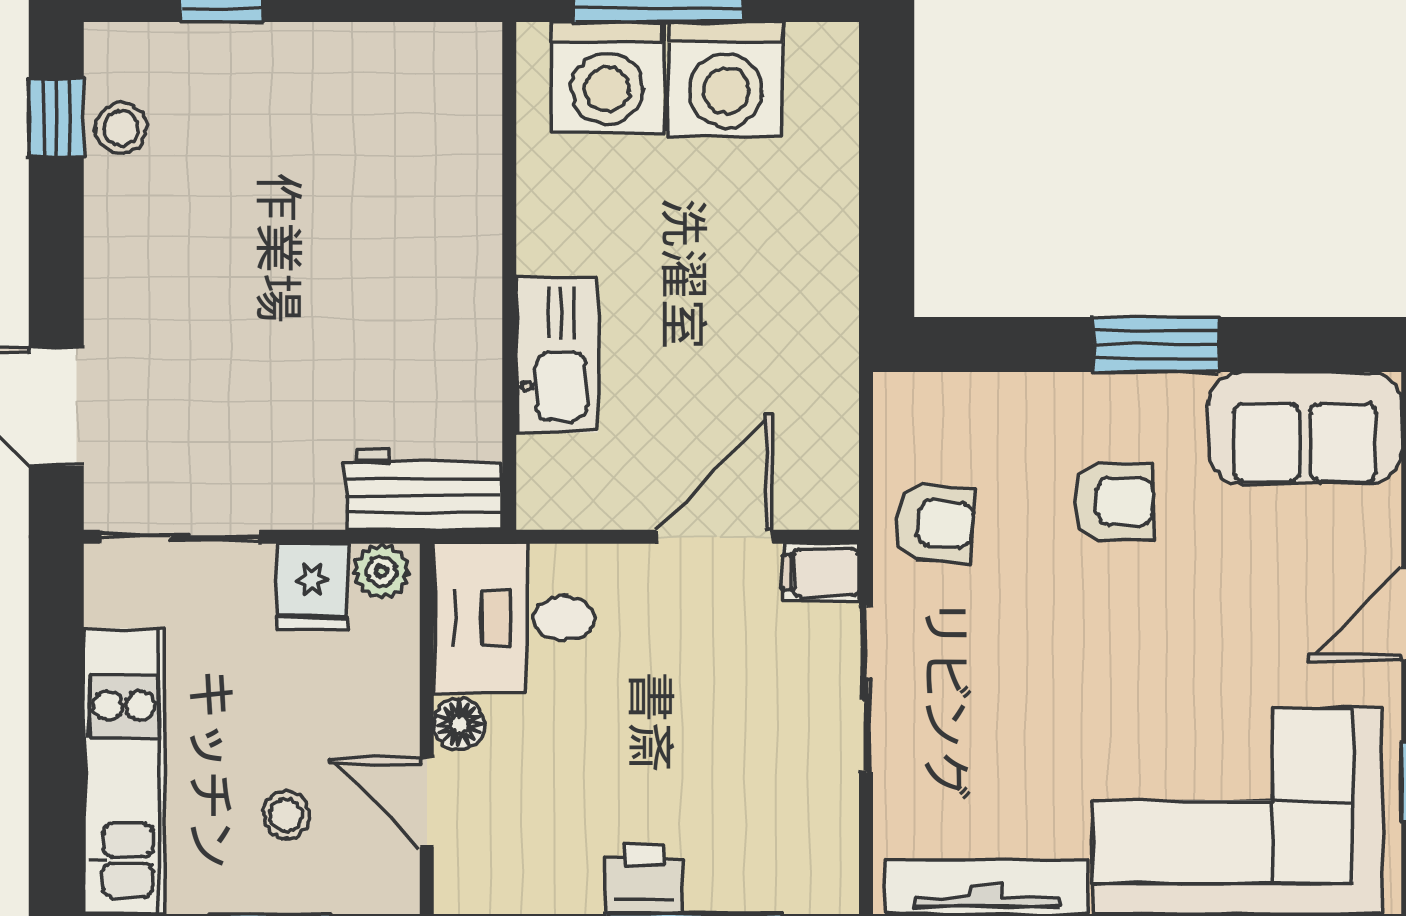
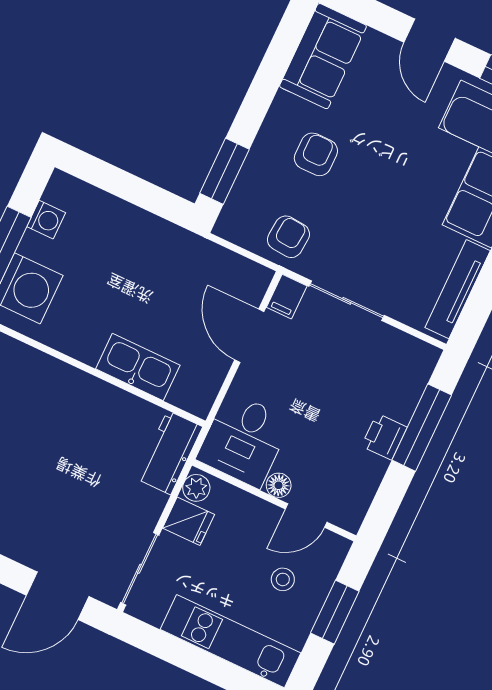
washing machine: (726, 79) -> (46, 220), width x0.53, depth x0.53
window: (1156, 345) -> (224, 171), moved

